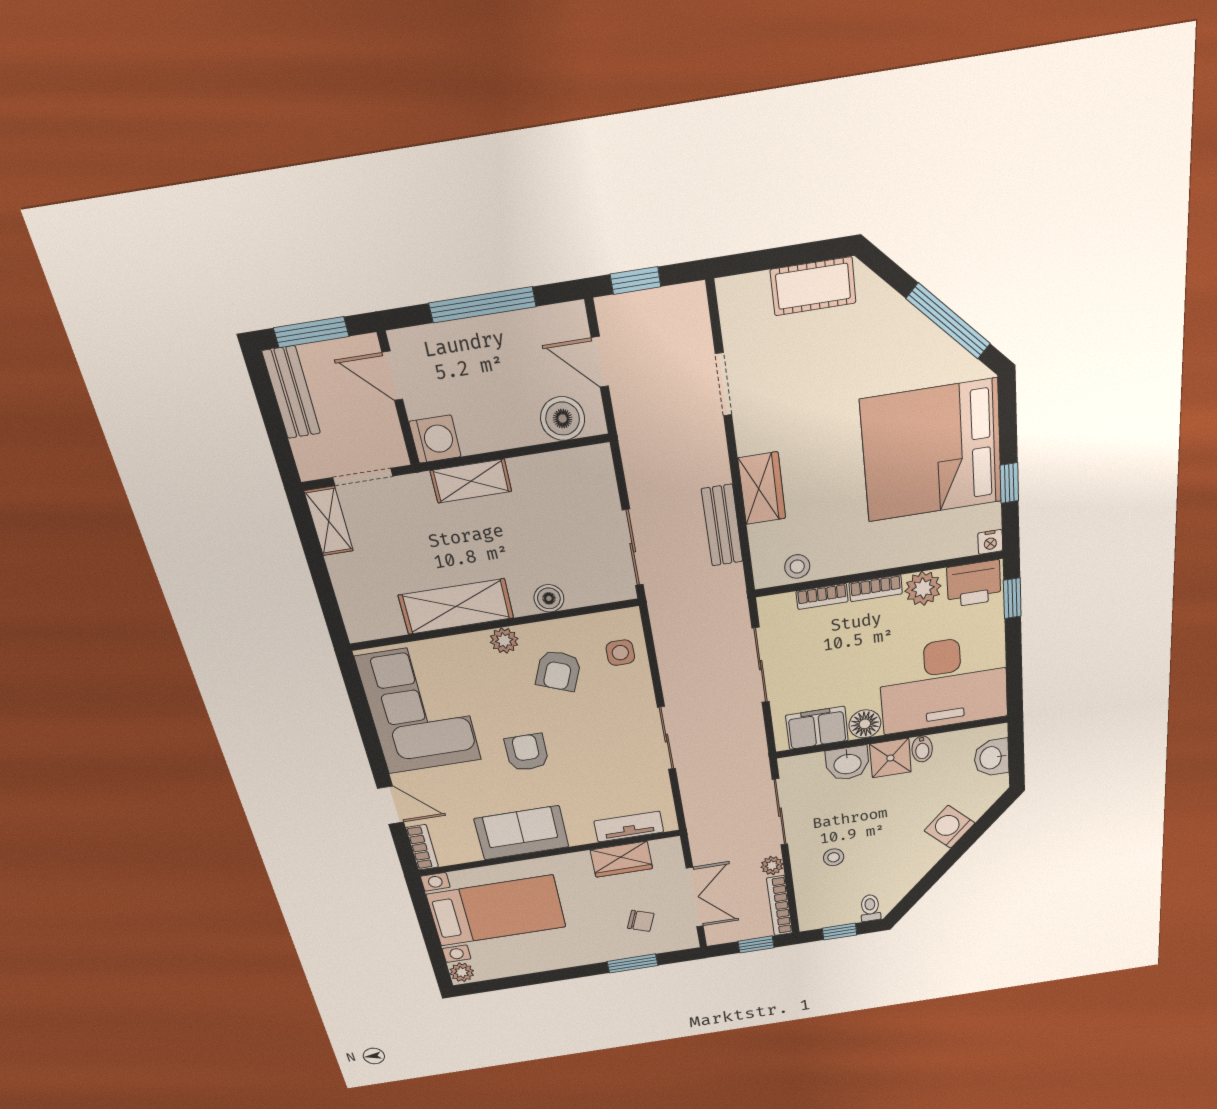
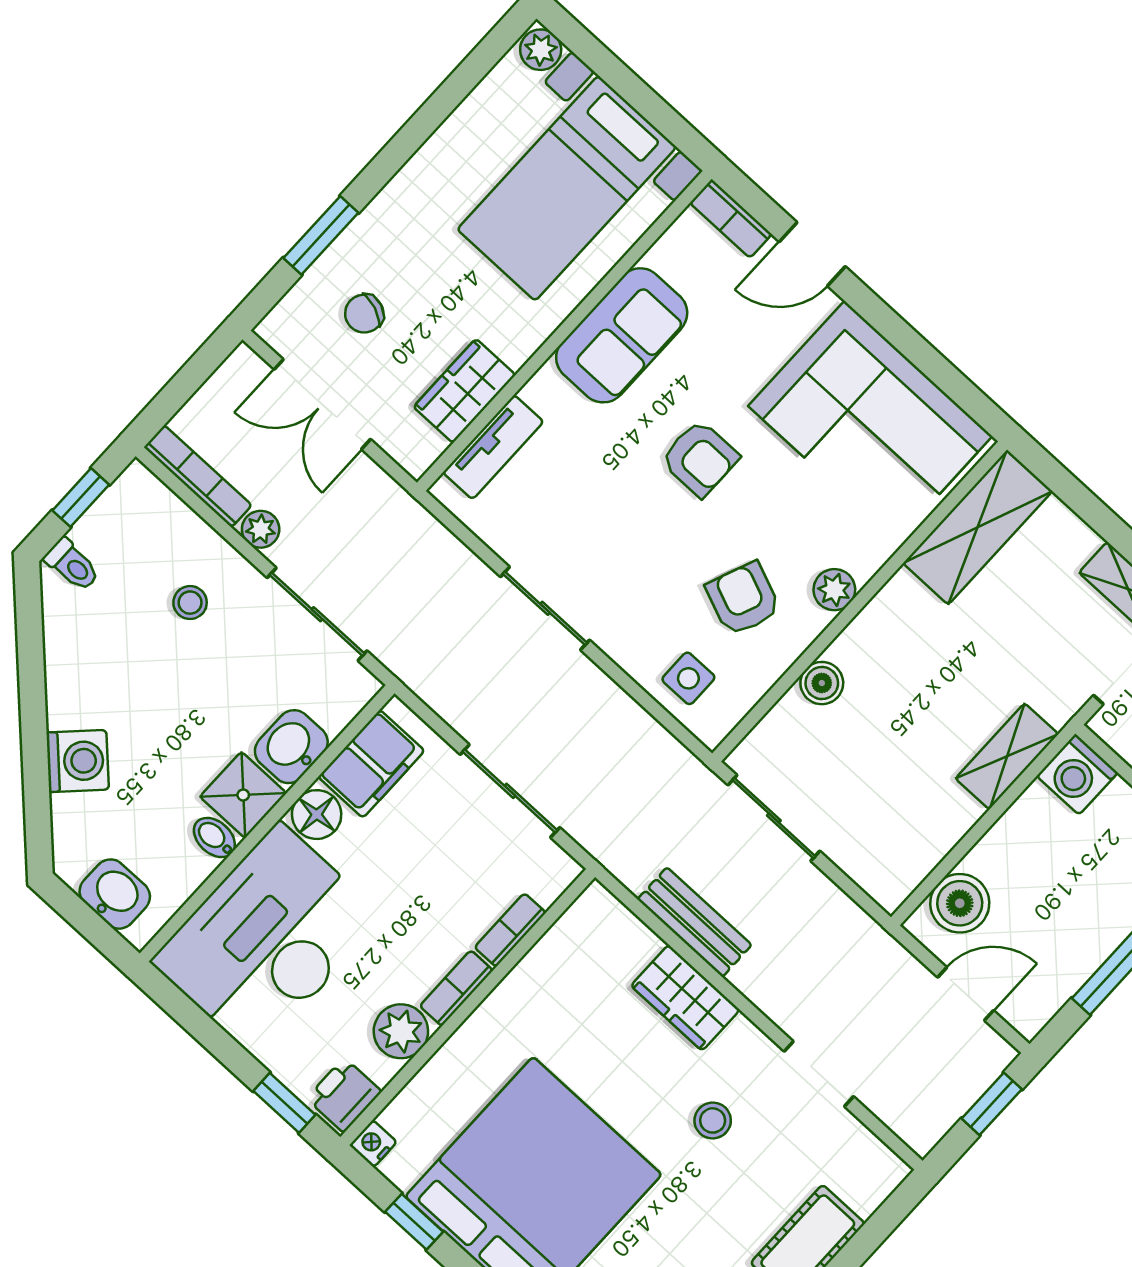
stool: (797, 566) -> (713, 1120), moved
printer: (974, 584) -> (344, 1095), width x0.73, depth x0.81
shelving: (456, 607) -> (978, 527), moved
window: (756, 944) -> (178, 392), removed

